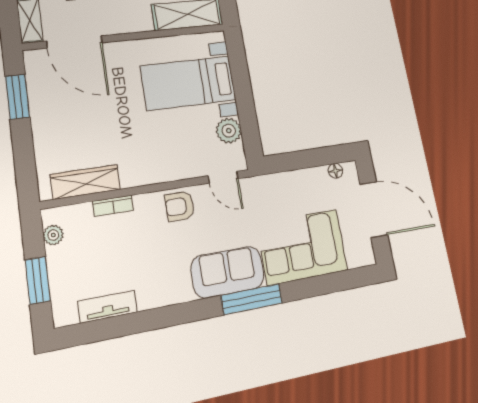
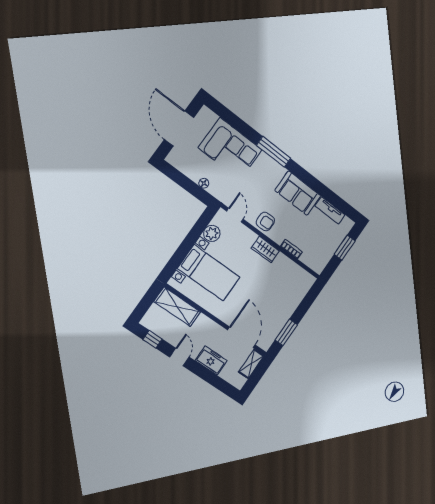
floor lamp: (335, 171) -> (204, 183), moved
wardrobe: (85, 182) -> (265, 249), moved, width x0.67
plant: (53, 235) -> (324, 260), removed
sofa: (228, 272) -> (298, 193), moved

